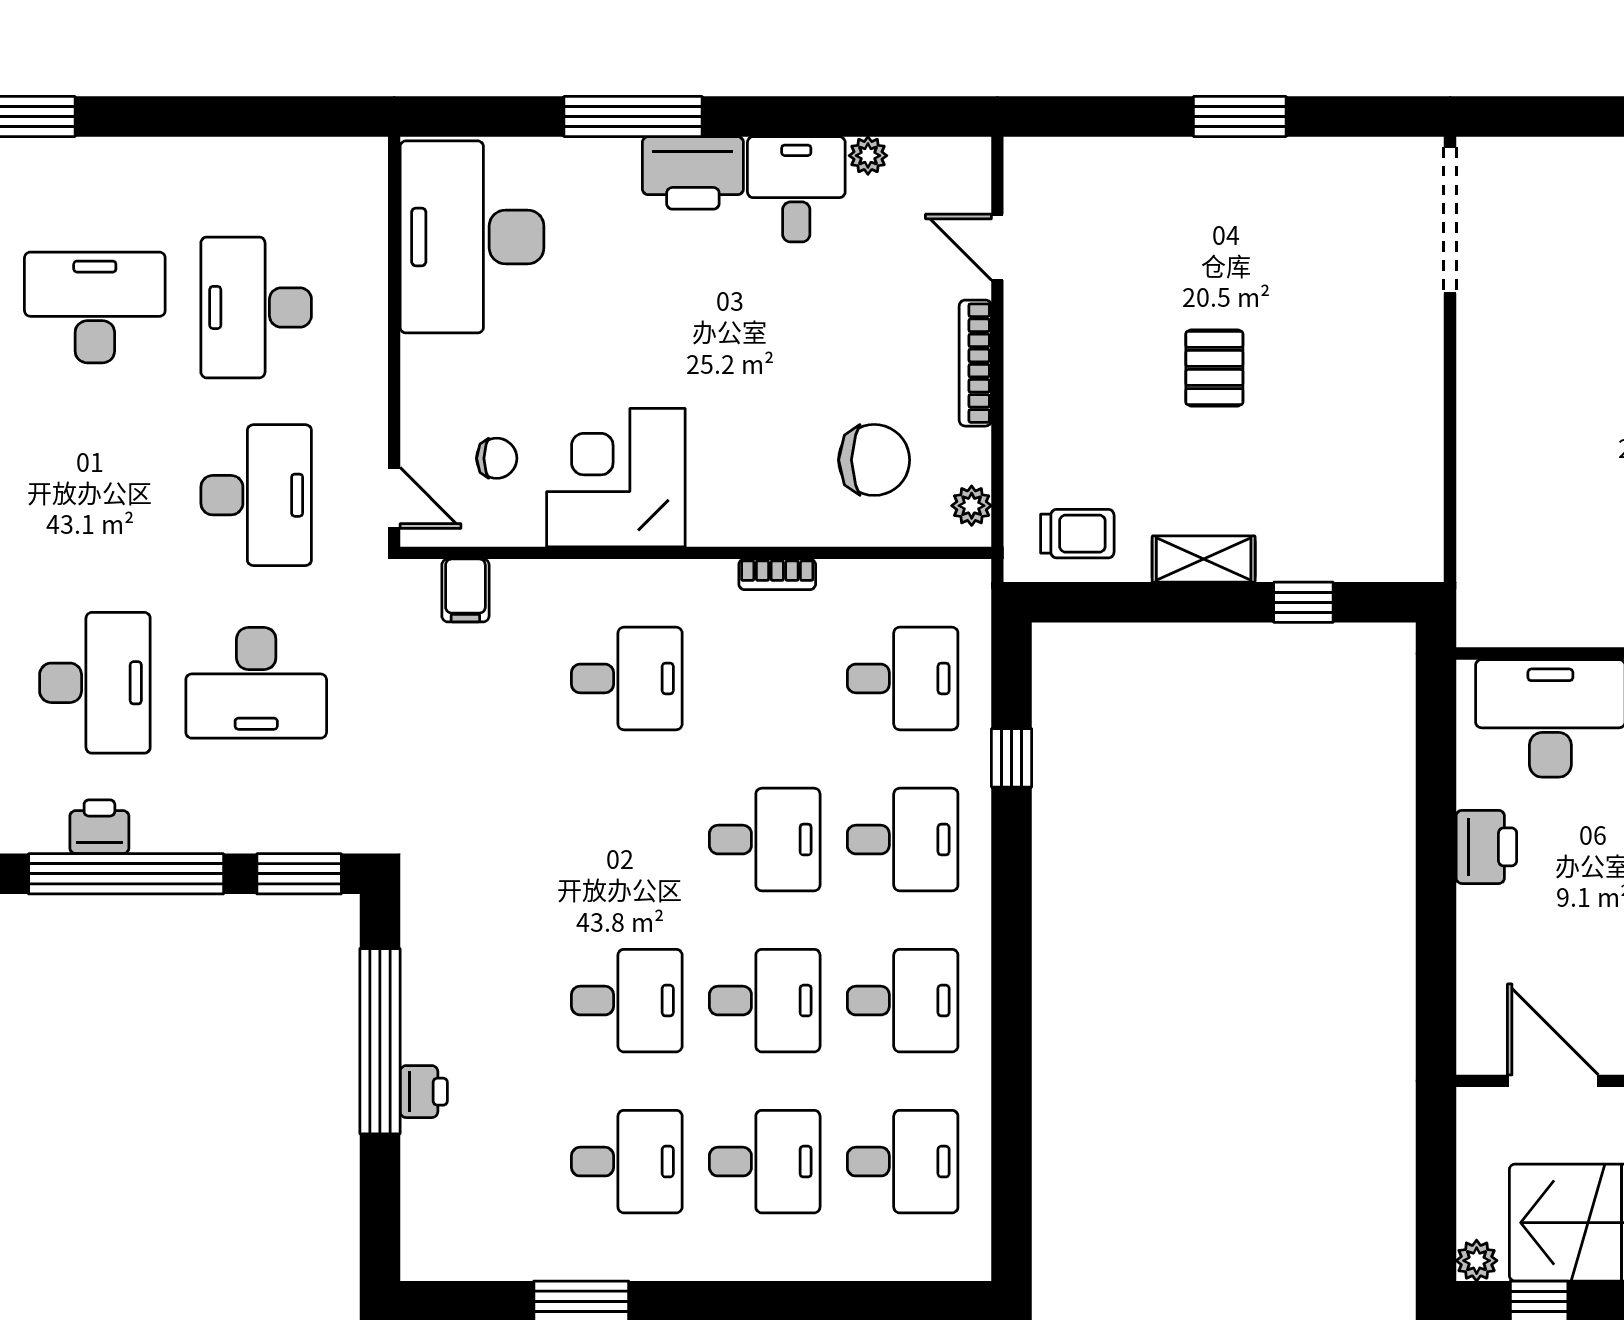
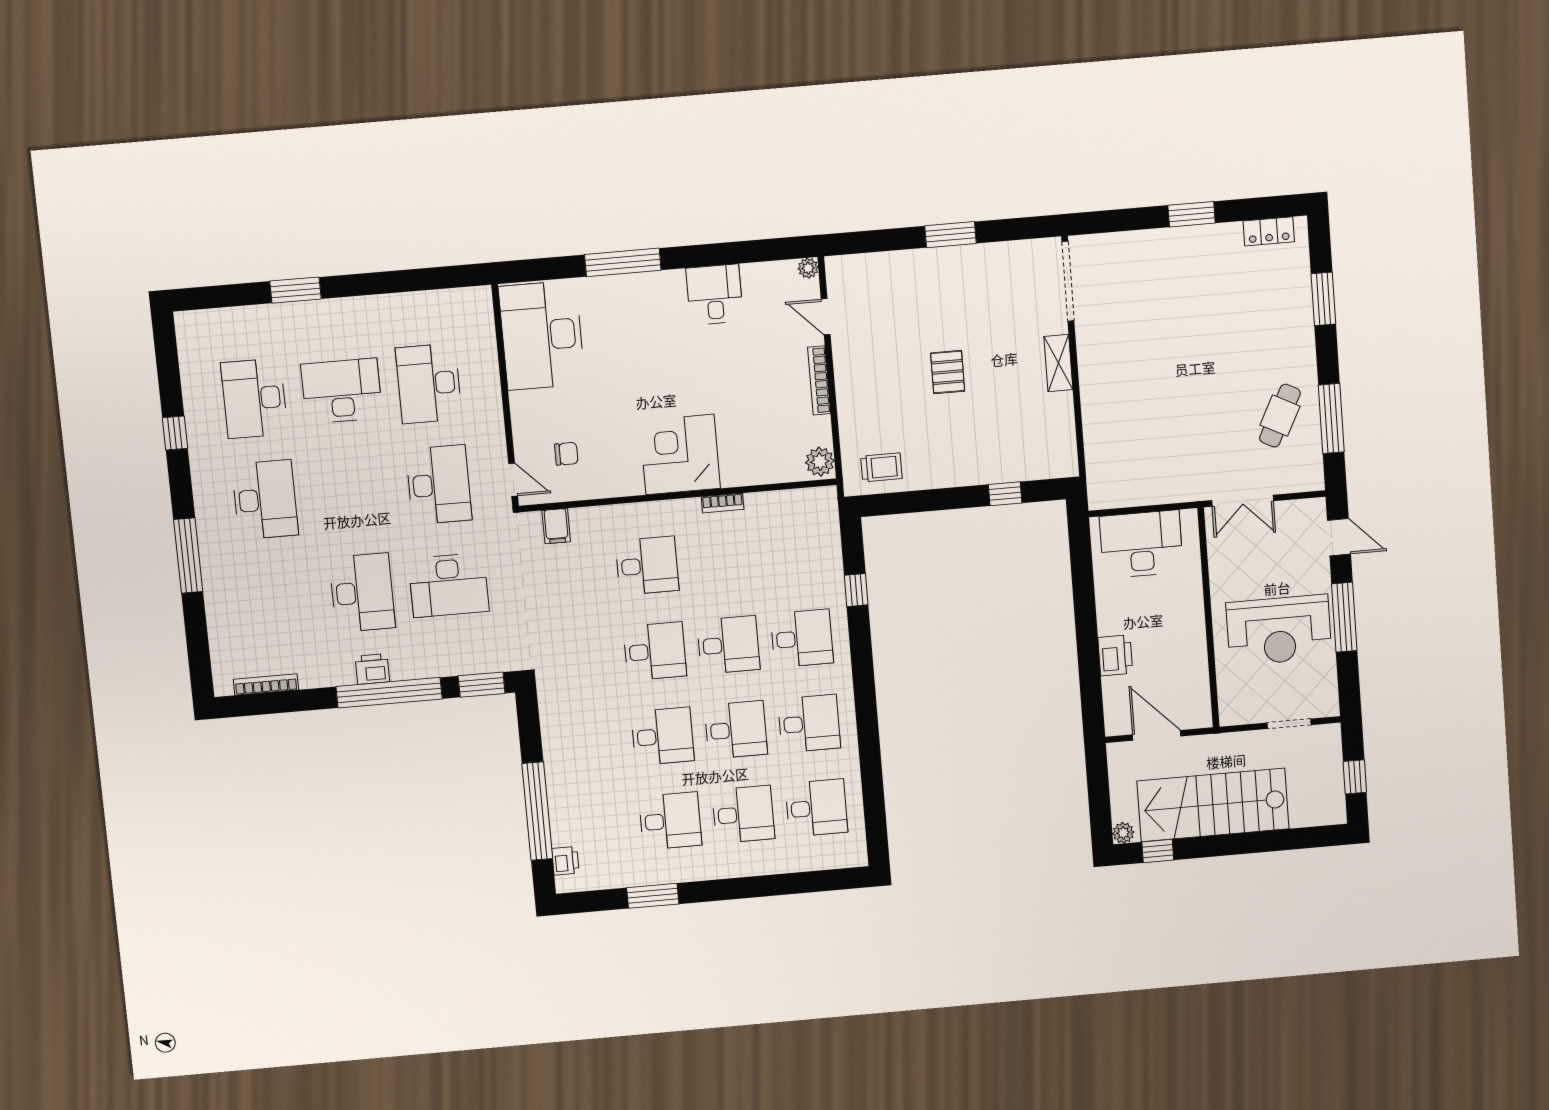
plant: (868, 156) -> (808, 268), moved
printer: (693, 173) -> (658, 290), removed
chair: (874, 460) -> (769, 437), removed
corner desk: (616, 478) -> (680, 454), moved
plant: (972, 506) -> (820, 462), width x1.38, depth x1.38
shelving: (1204, 559) -> (1058, 363), moved, turned 90
desk: (903, 678) -> (655, 651), moved
printer: (1486, 847) -> (1115, 655), moved
window: (380, 1041) -> (537, 811), moved
printer: (424, 1092) -> (565, 861), moved

